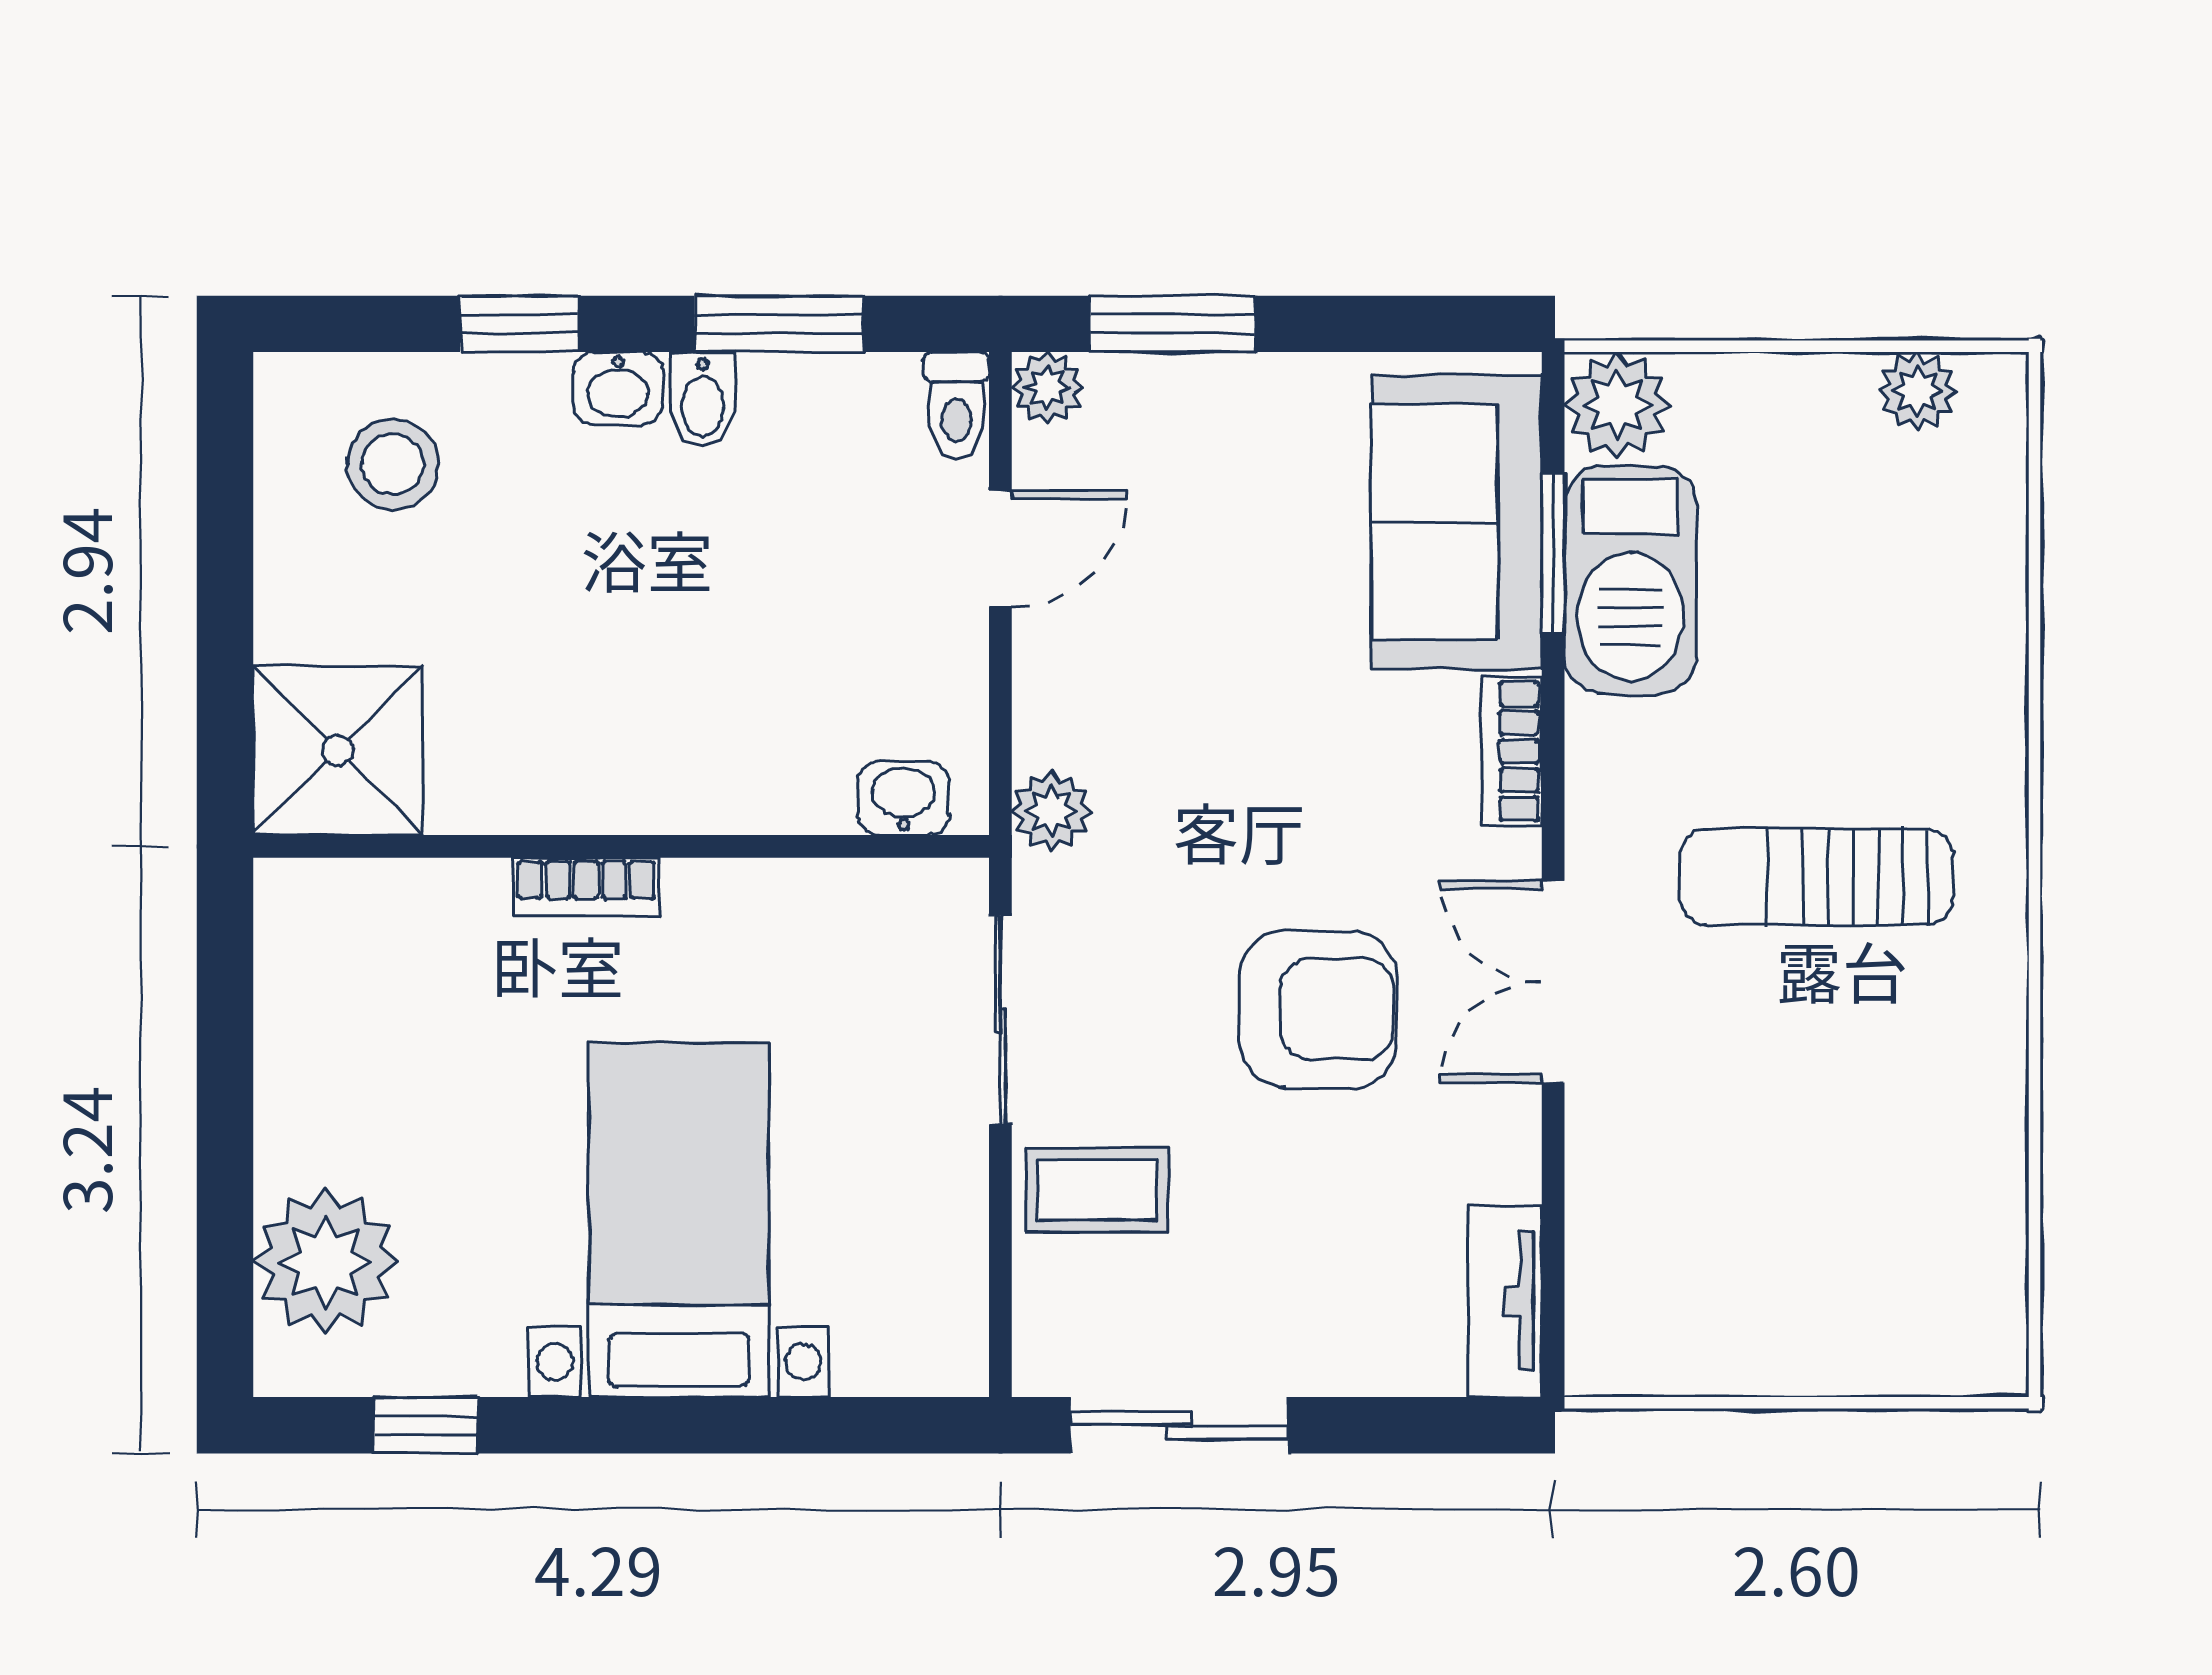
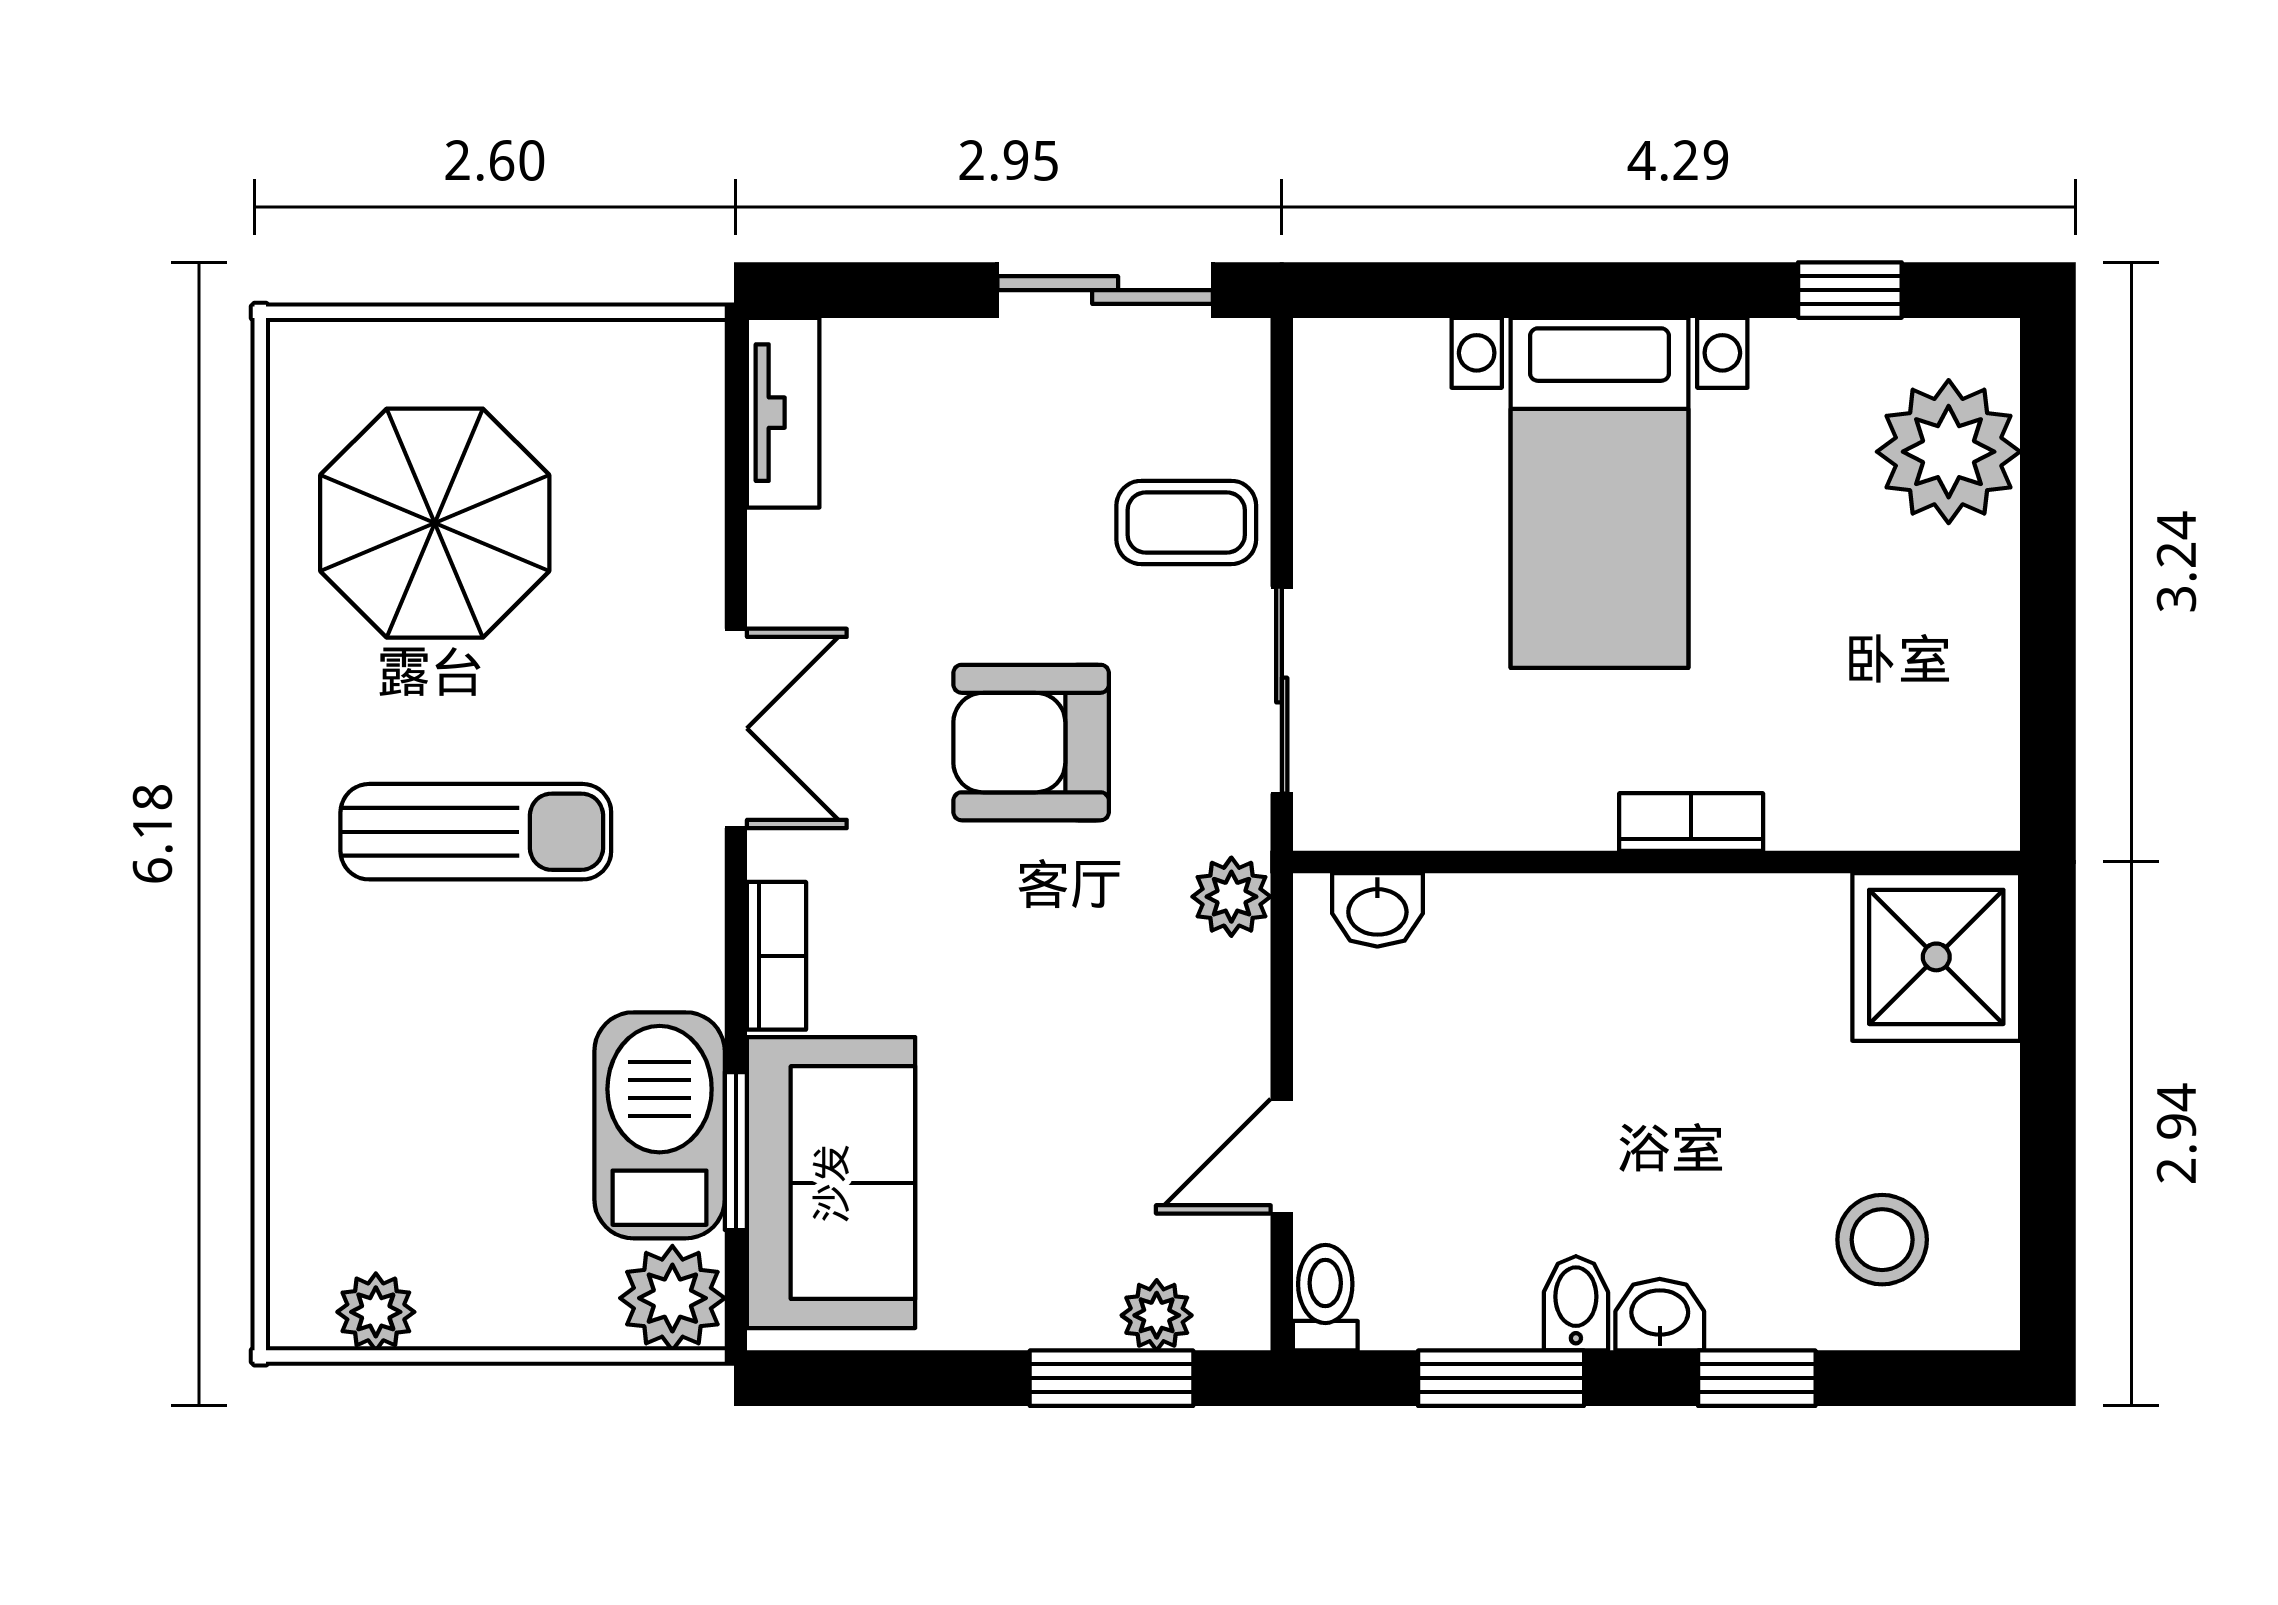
plant: (1047, 388) -> (1157, 1315), moved
armchair: (1318, 1009) -> (1031, 743), moved
parasol: (1858, 1189) -> (435, 523), added

